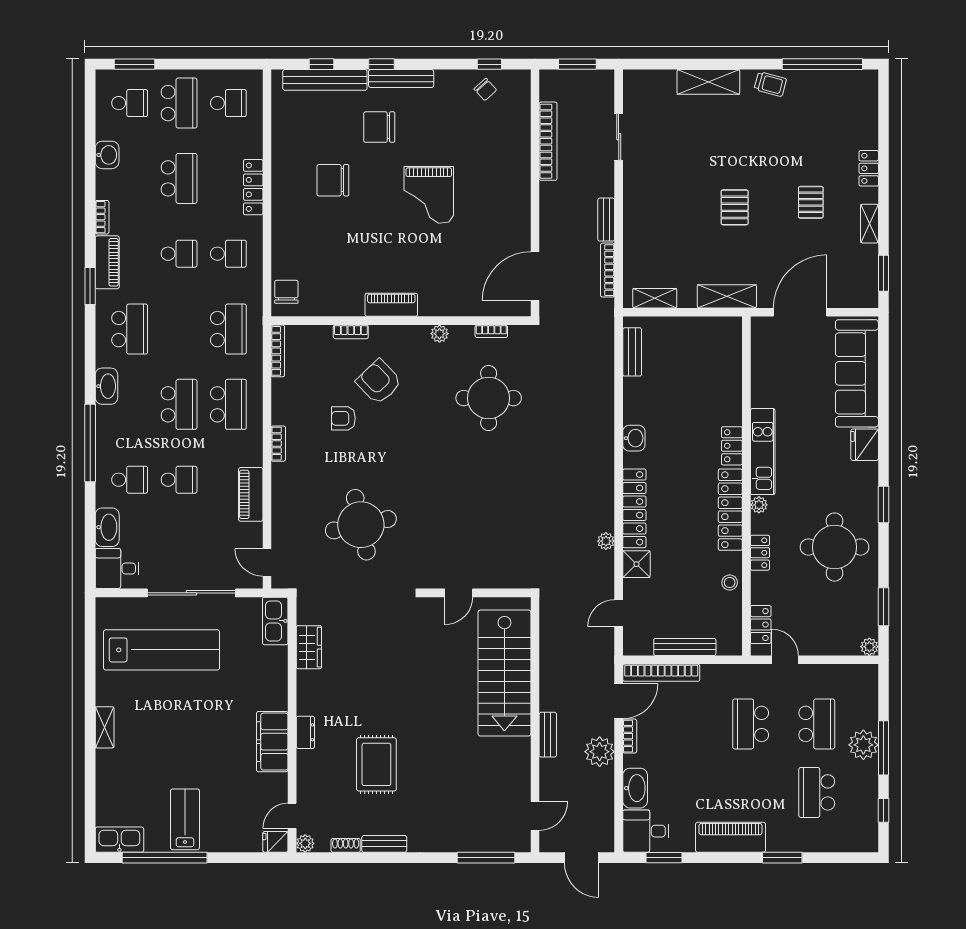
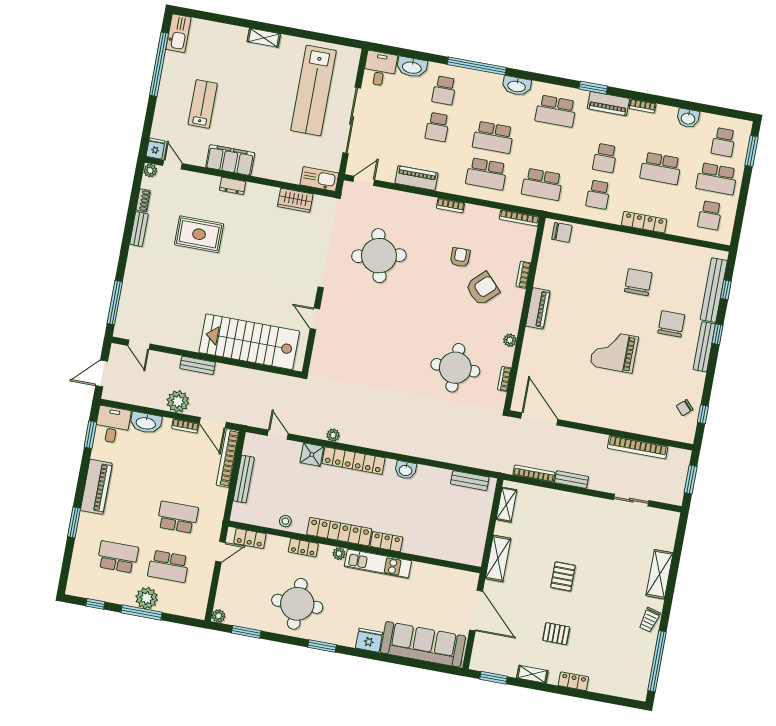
pallet: (735, 207) -> (563, 576), turned 90
lab bench: (185, 819) -> (203, 104), moved, turned -90

